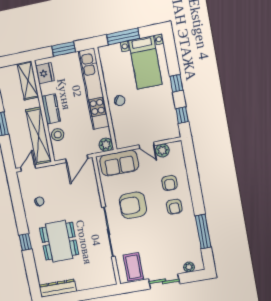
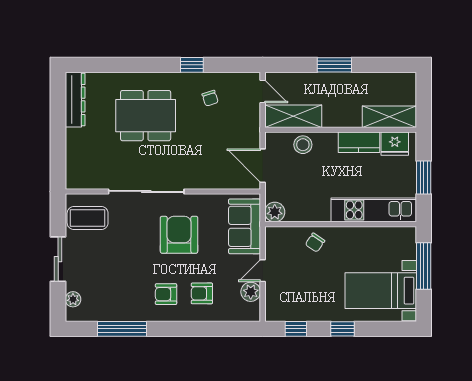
kitchen unit: (94, 89) -> (374, 210), width x0.73
chair: (120, 101) -> (315, 243), moved
kitchen counter: (51, 109) -> (359, 142), moved
shelving: (39, 136) -> (293, 116), width x0.68
window: (25, 242) -> (192, 65), moved

